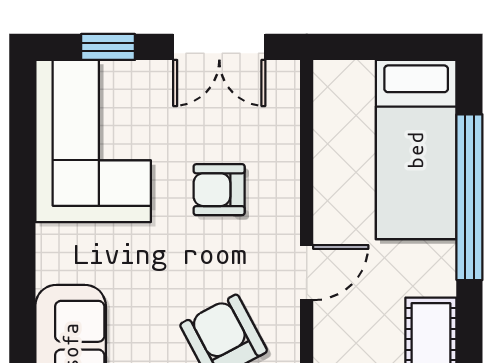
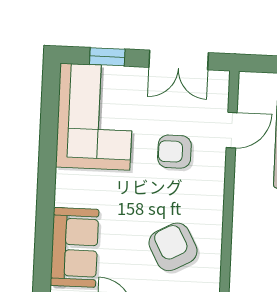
door: (307, 273) -> (232, 130), moved

